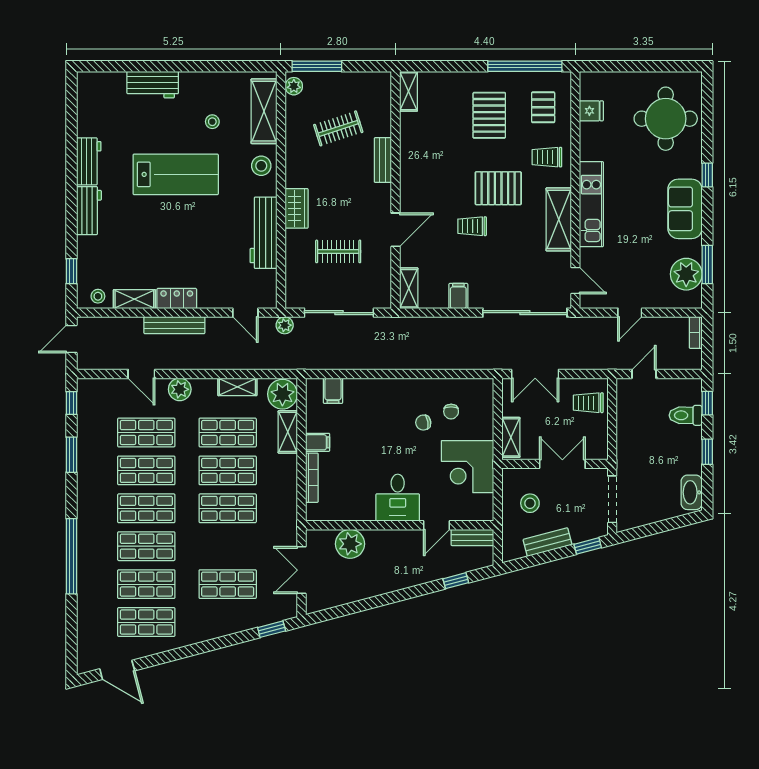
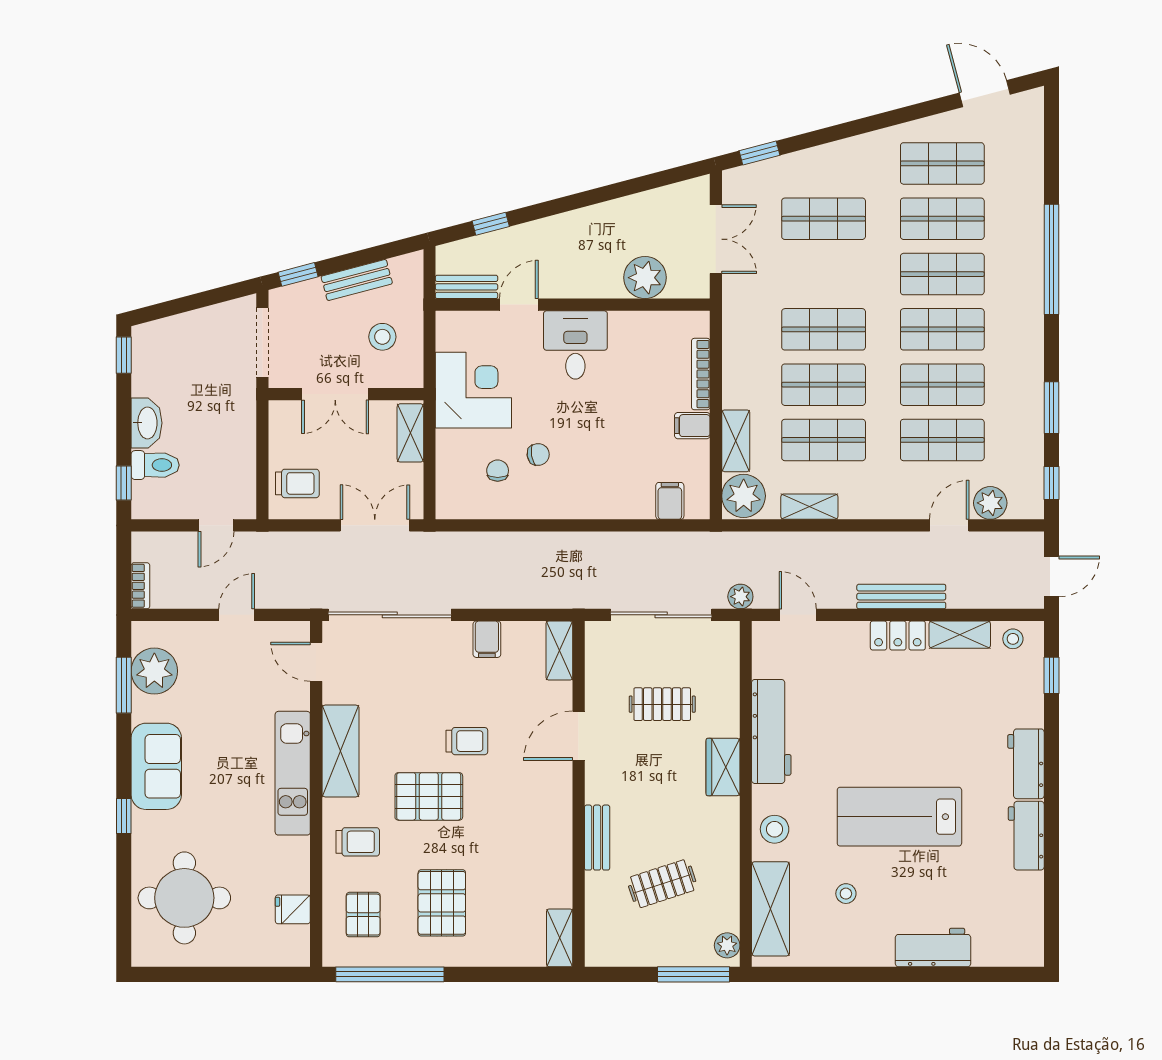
door: (141, 374) -> (949, 525), hinge flipped
plant: (180, 389) -> (990, 503), moved
window: (707, 452) -> (124, 355), moved
washbasin: (692, 492) -> (147, 423), moved

